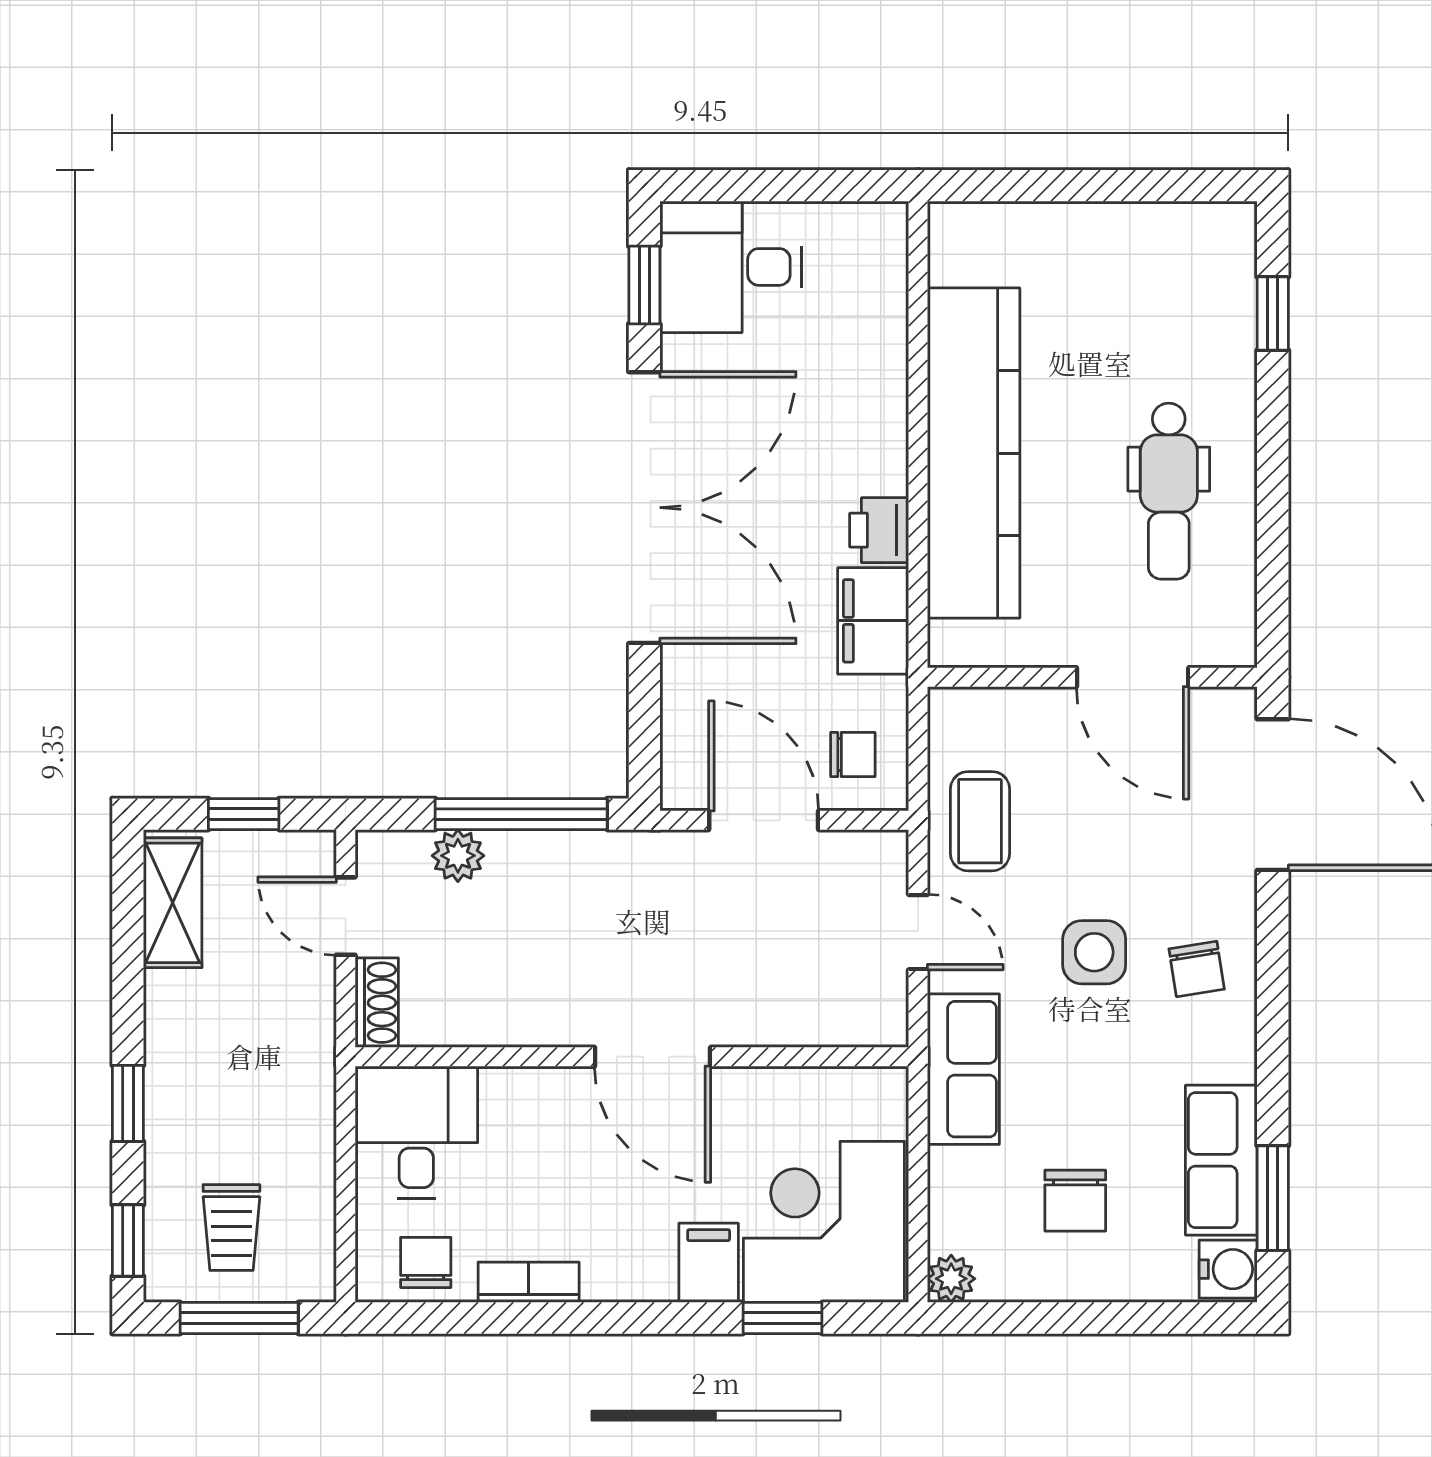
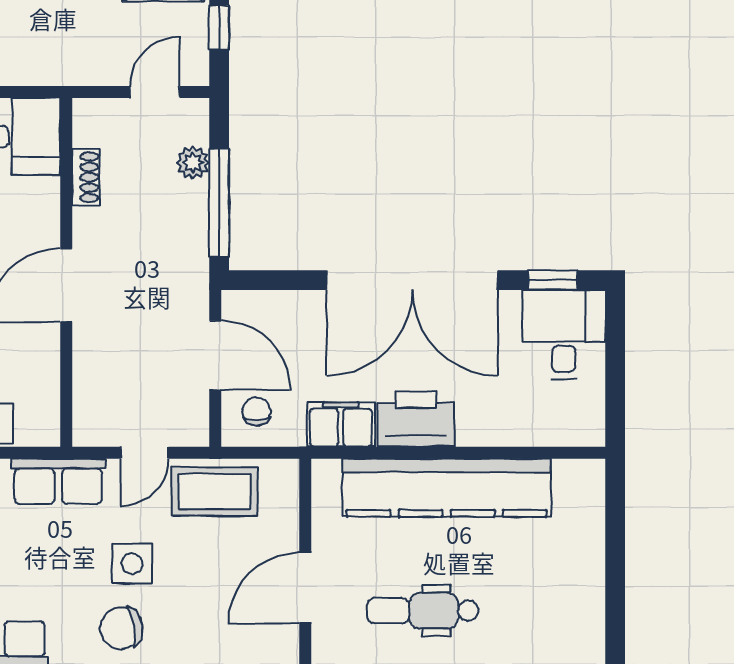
printer: (879, 530) -> (416, 419), width x1.87, depth x1.48
chair: (853, 754) -> (257, 412), turned 180
door: (764, 820) -> (215, 355), hinge flipped
coffee table: (980, 821) -> (215, 492), width x1.36, depth x1.30
chair: (1197, 969) -> (121, 628), width x1.37, depth x1.37
shoe rack: (377, 1003) -> (86, 177), moved, turned -90

